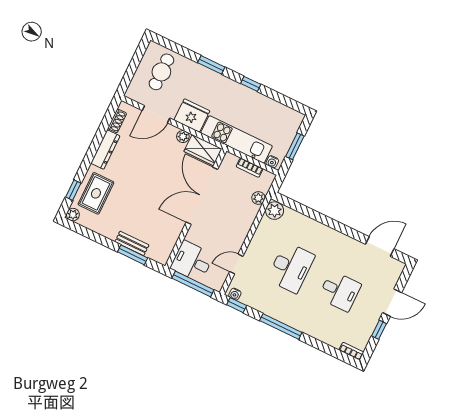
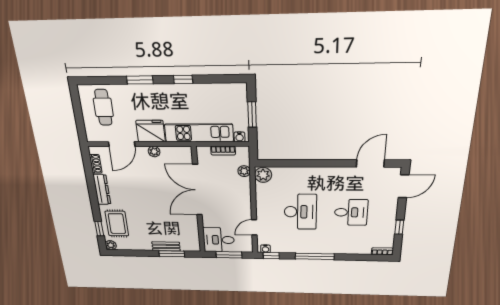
wardrobe: (203, 150) -> (177, 155), removed
window: (193, 284) -> (229, 255), width x0.69
door: (392, 303) -> (404, 186), moved

